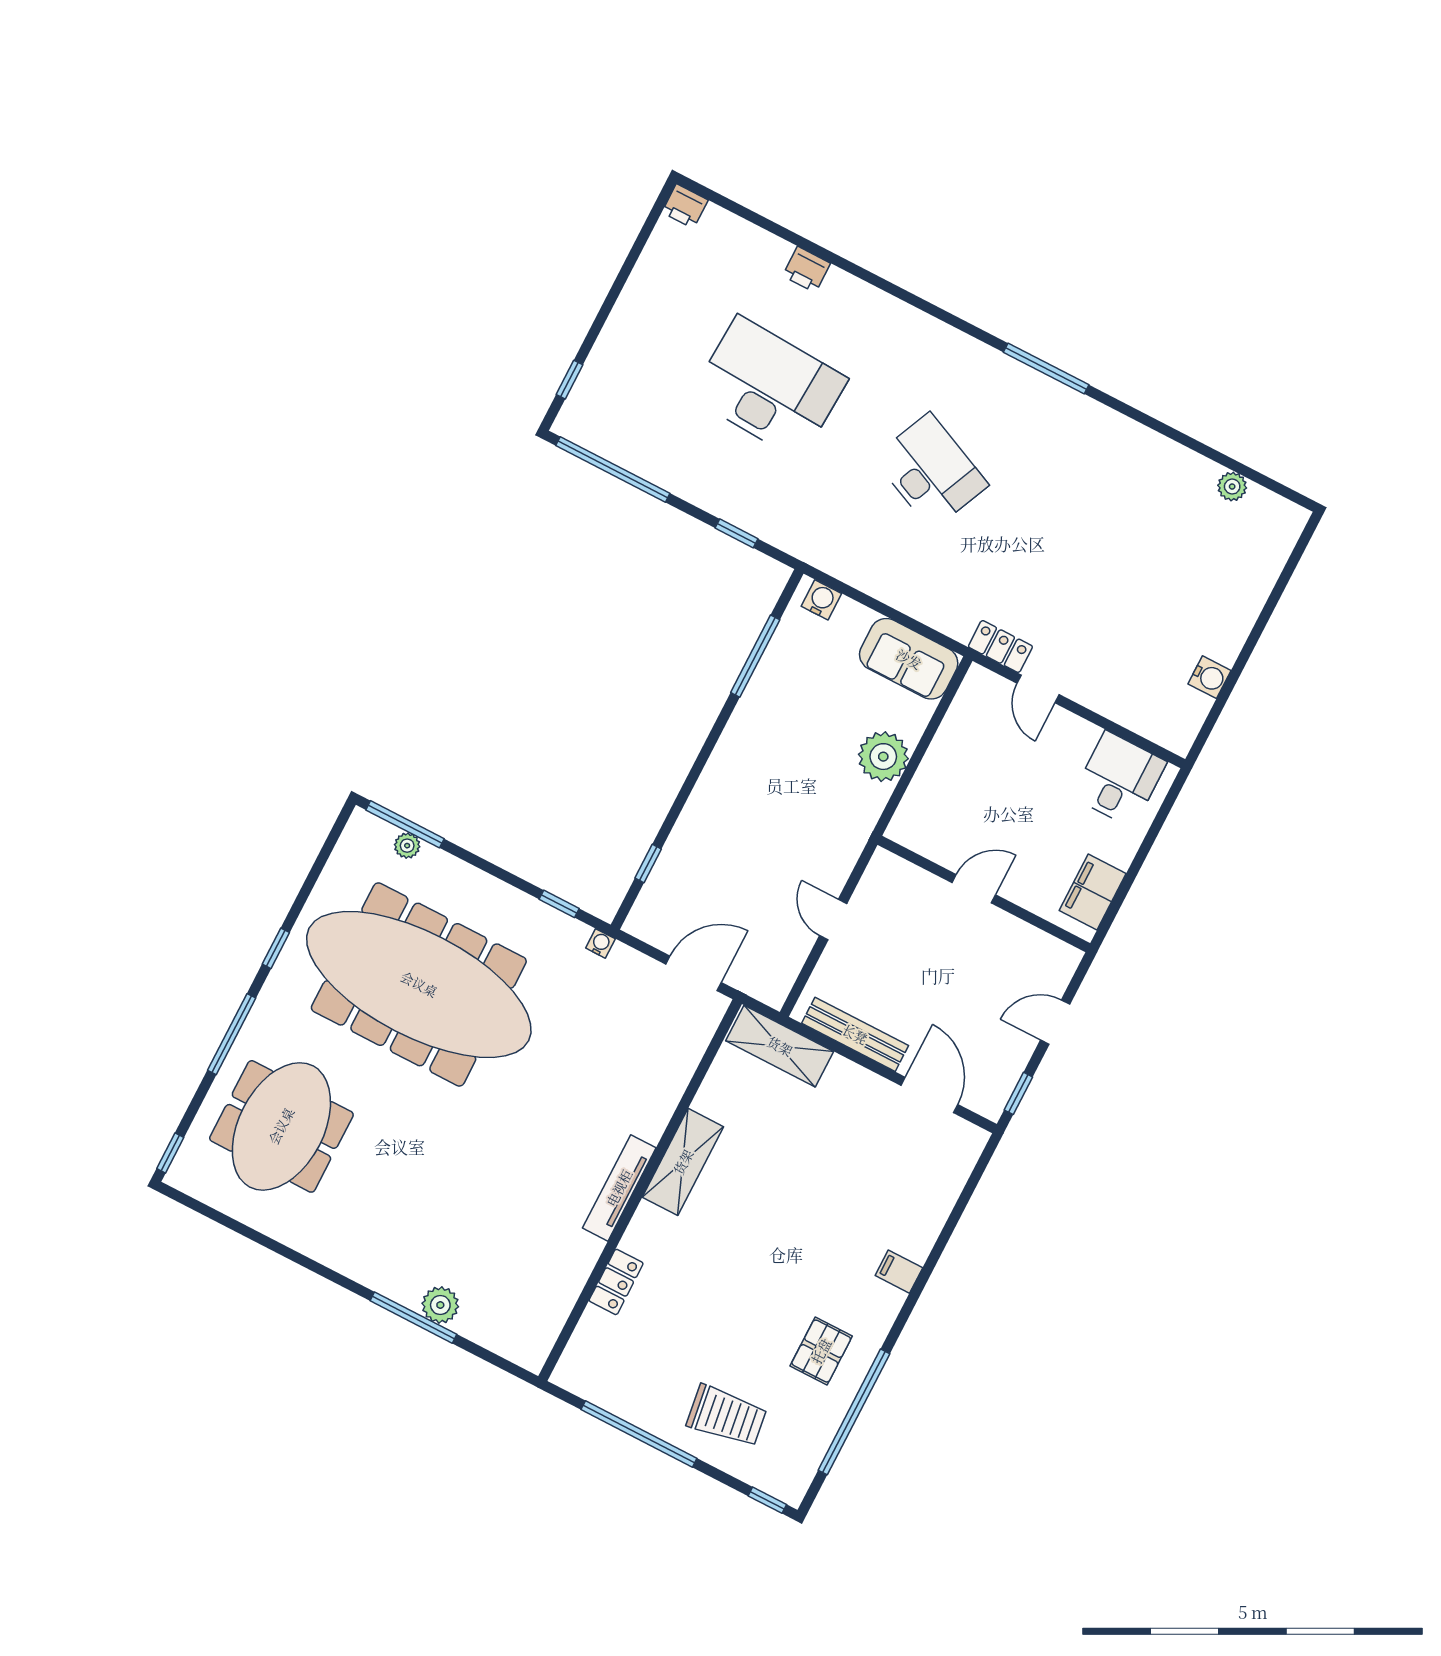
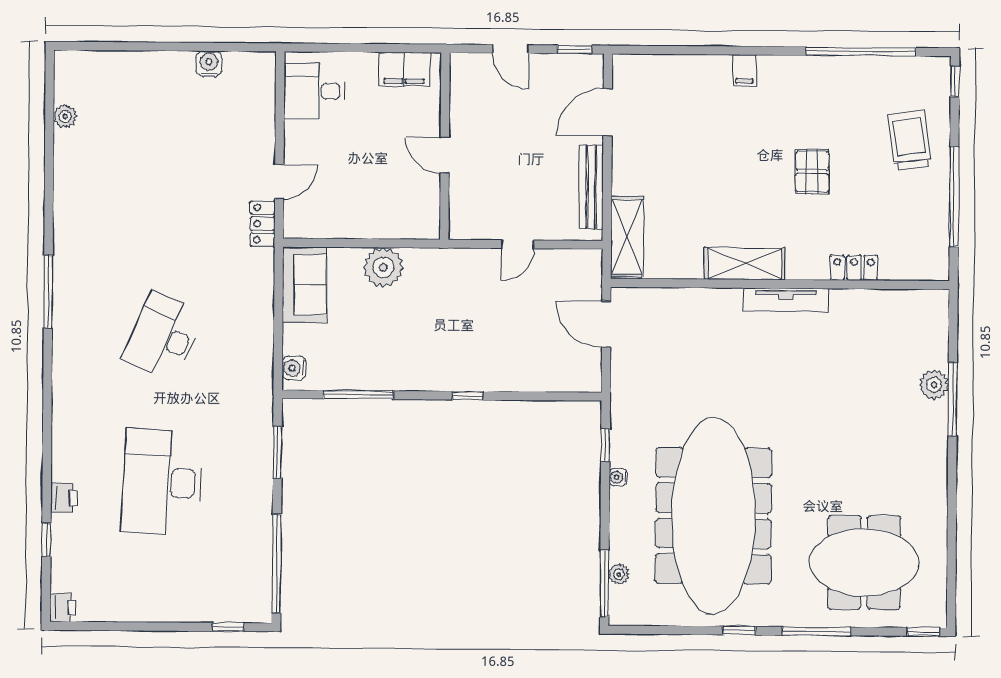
window: (770, 226) -> (46, 540), added
window: (737, 533) -> (277, 453), width x1.50
window: (648, 864) -> (468, 396), moved
water cooler: (600, 943) -> (618, 477), moved
pallet: (821, 1351) -> (812, 172), moved, turned 90

